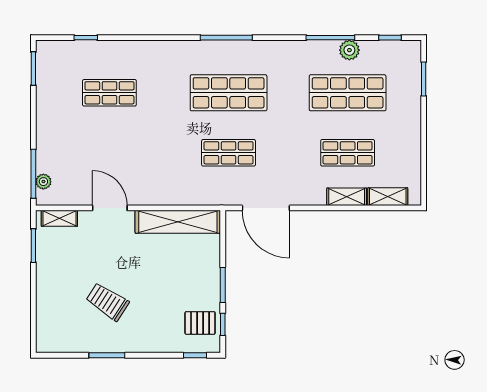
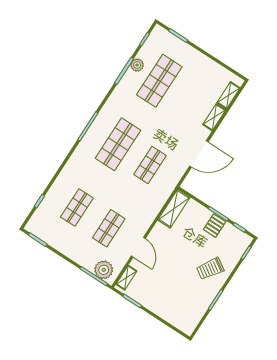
shop shelf: (348, 153) -> (109, 228), moved
plant: (43, 182) -> (104, 270), width x1.87, depth x1.87
door: (110, 208) -> (138, 247), swing flipped
door: (266, 208) -> (199, 154), moved
shelving: (178, 222) -> (174, 209), width x0.68
trolley: (107, 302) -> (210, 269), moved
pallet: (200, 323) -> (215, 226), moved

